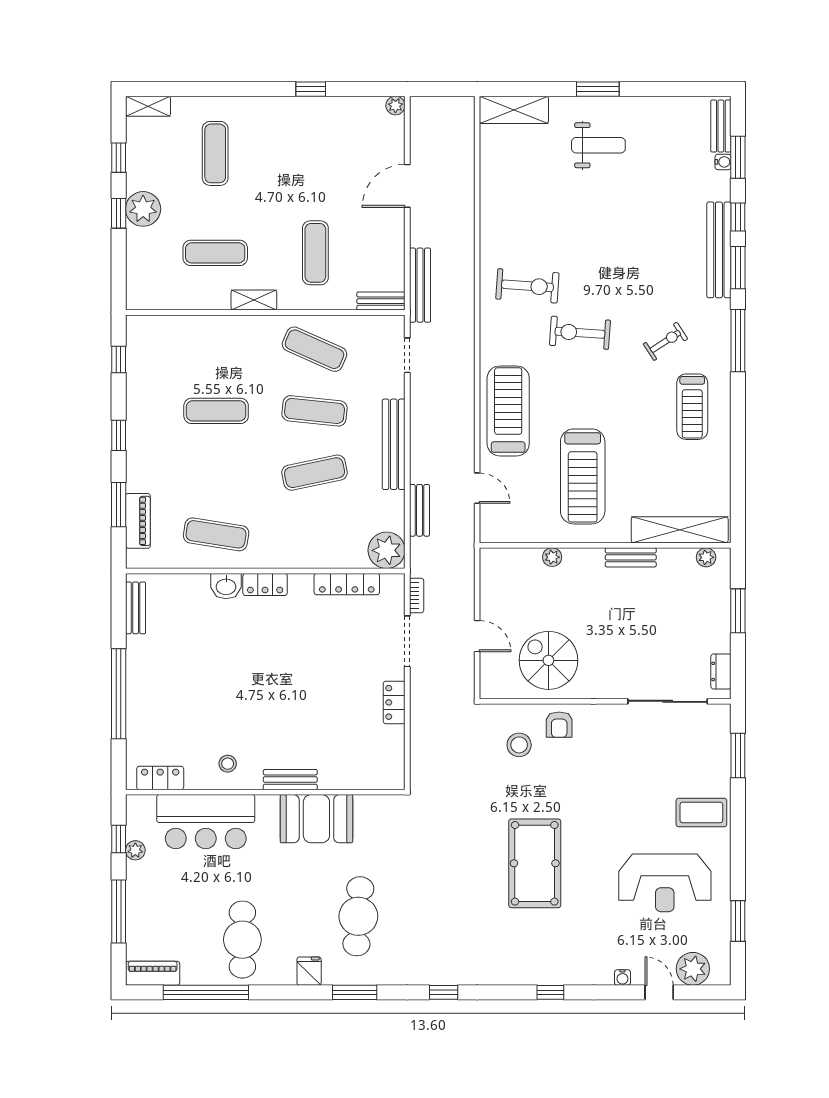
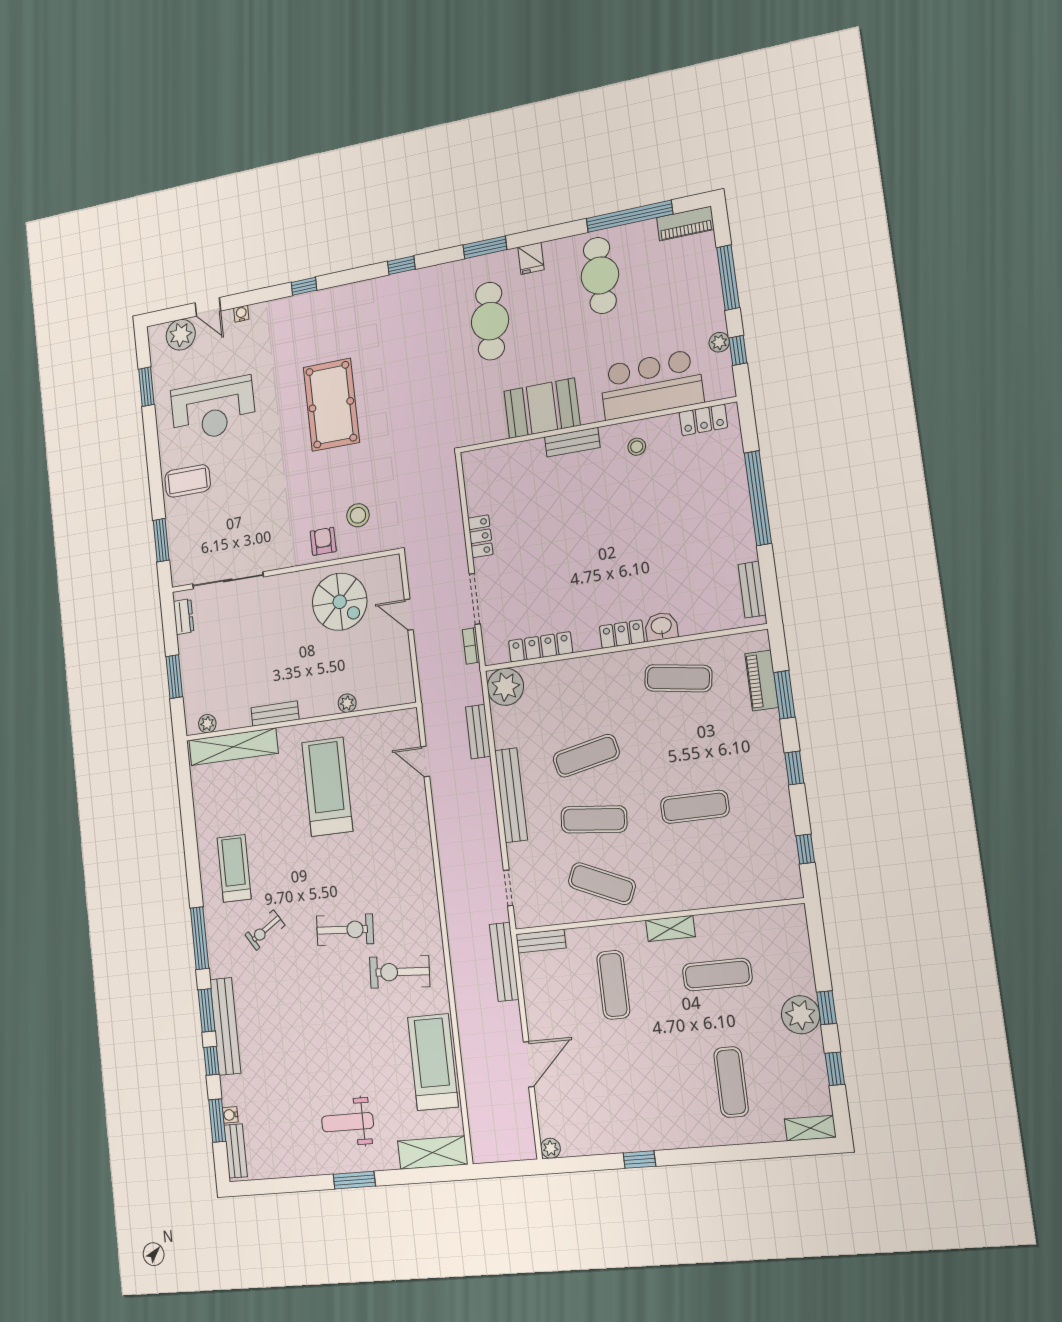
treadmill: (508, 411) -> (433, 1062), moved, turned 180
reception desk: (665, 883) -> (213, 409), turned 180

